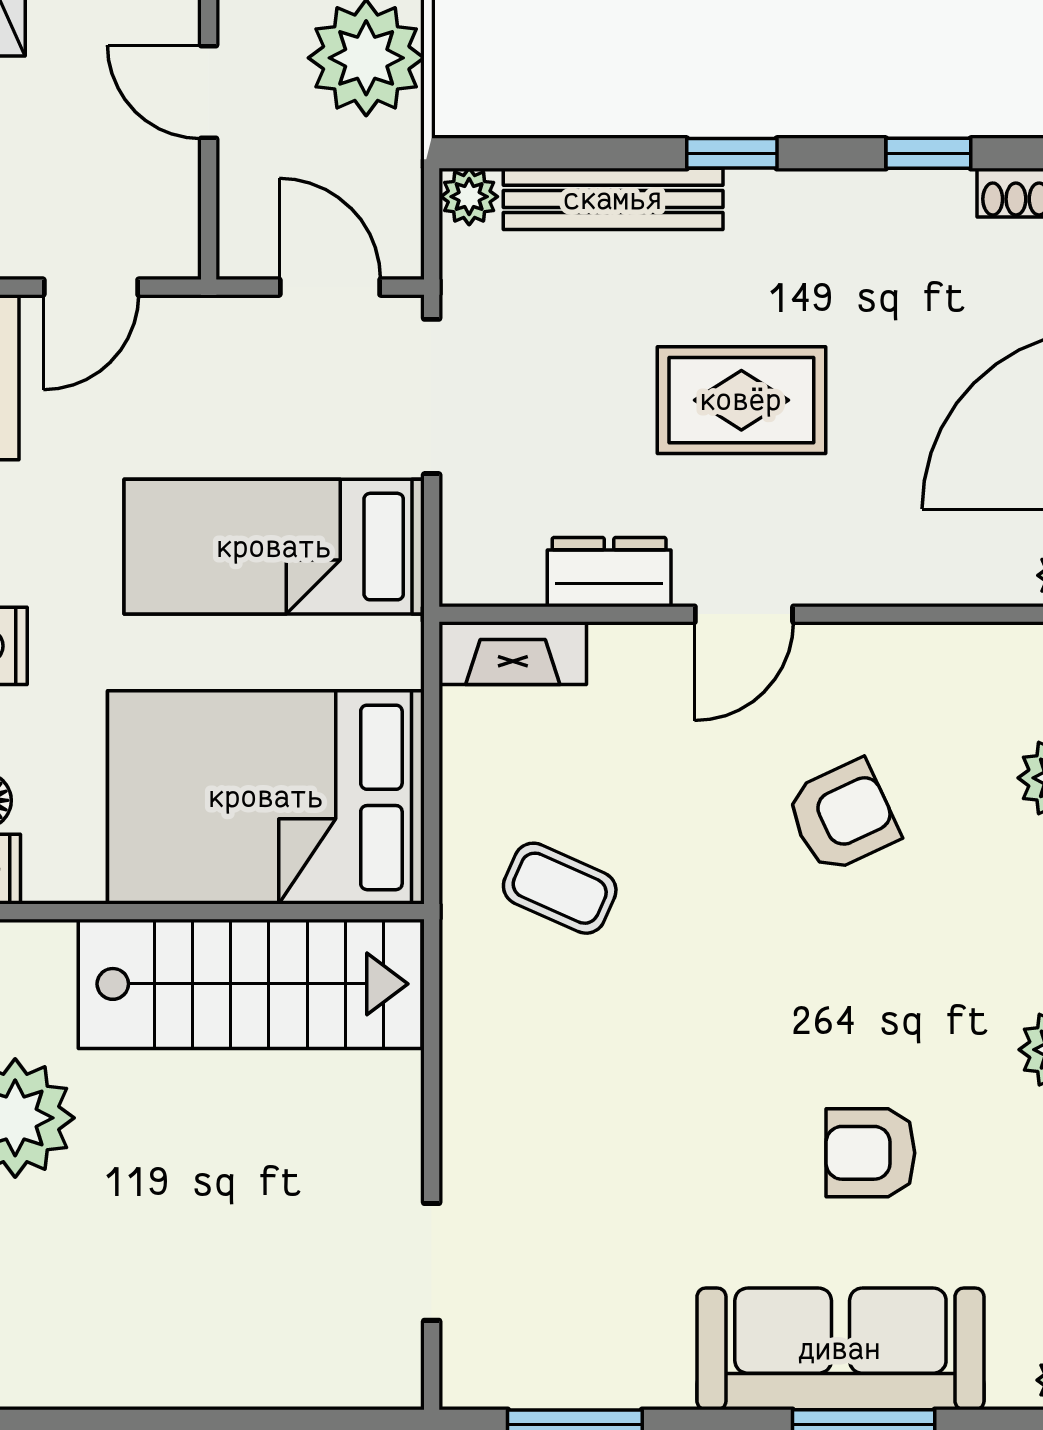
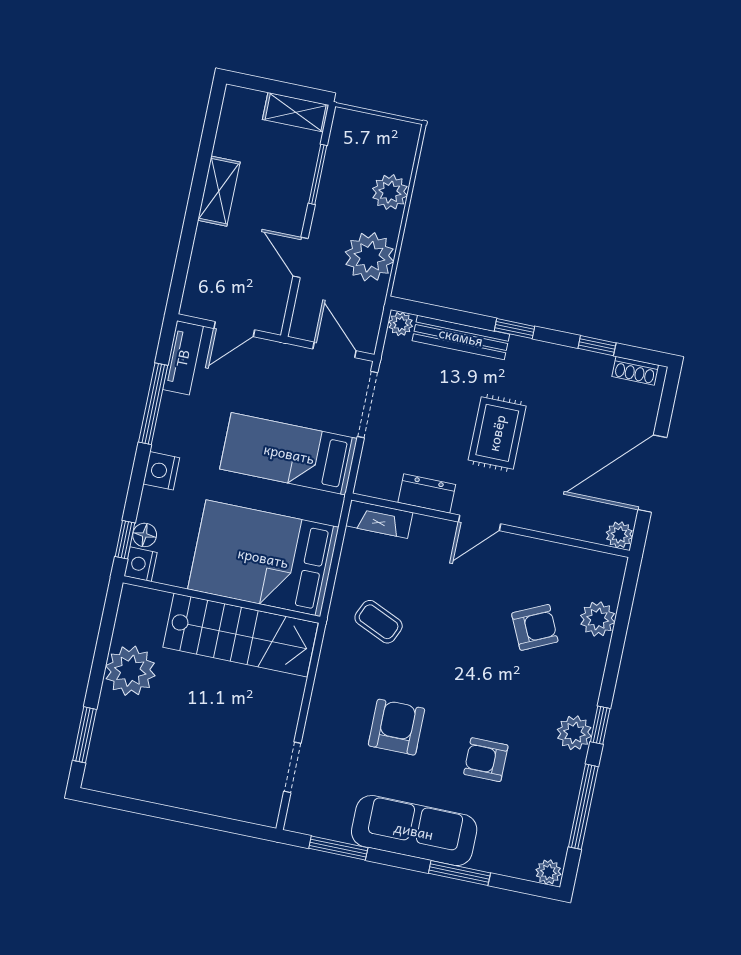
rug: (741, 400) -> (497, 433), turned 90
armchair: (842, 816) -> (535, 627), moved
armchair: (651, 1121) -> (396, 727), added
sofa: (840, 1349) -> (414, 831), moved

